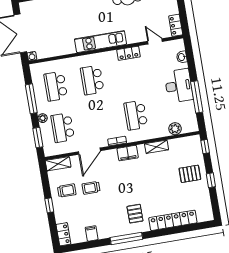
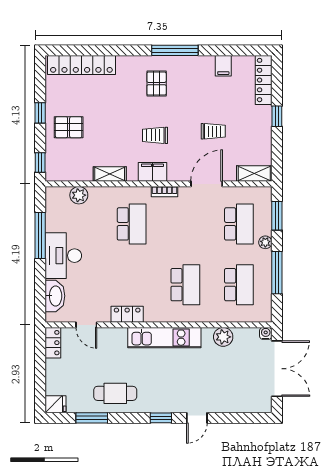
plant: (60, 49) -> (223, 337), added
washbasin: (182, 57) -> (55, 296), width x1.91, depth x1.45
trolley: (67, 191) -> (155, 135), moved
locker: (173, 220) -> (81, 65), moved
locker: (63, 234) -> (264, 80), width x1.53

